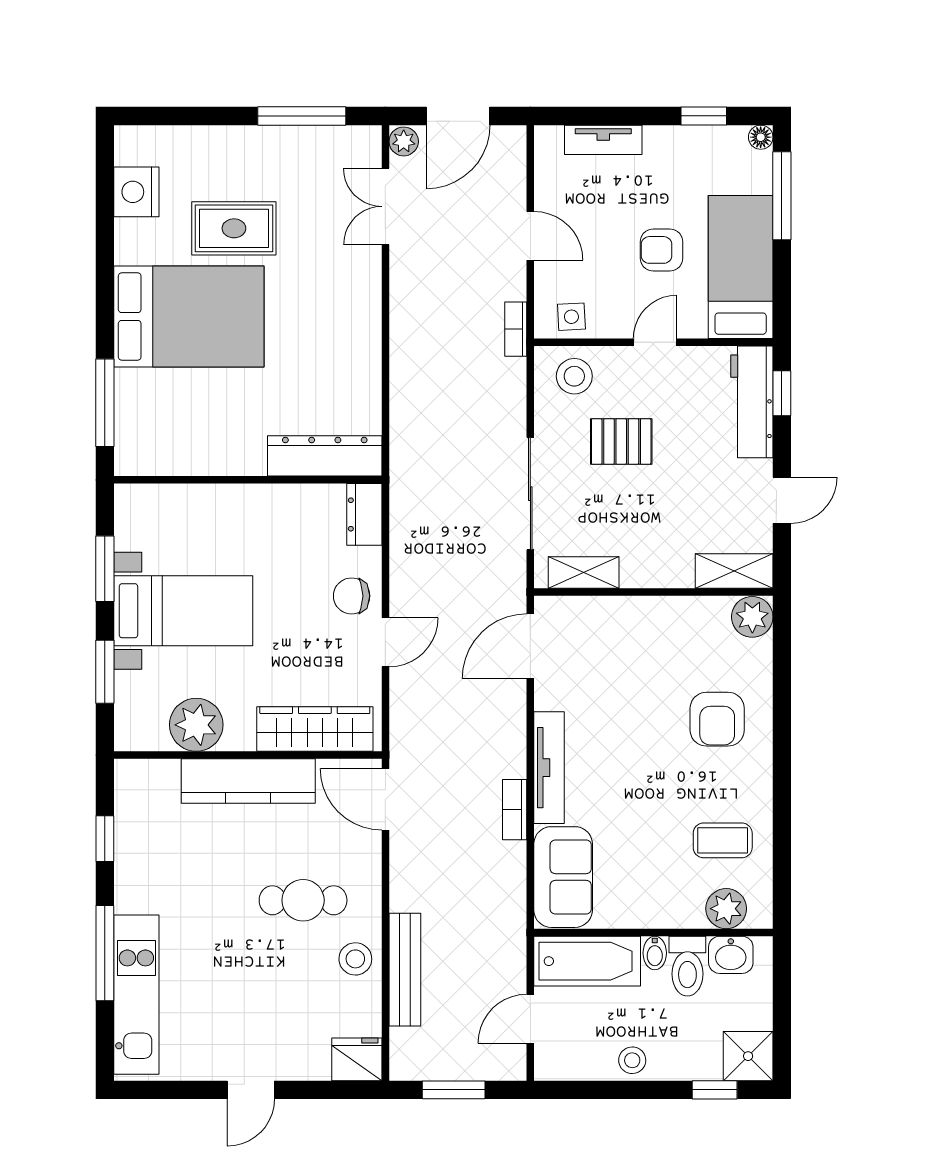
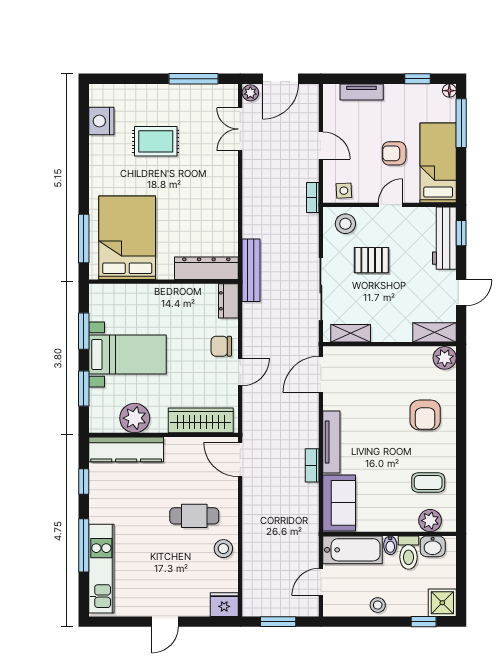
bed: (189, 317) -> (127, 238), moved, turned -90
kitchen counter: (248, 781) -> (126, 449), moved
bench: (405, 970) -> (251, 270), moved

